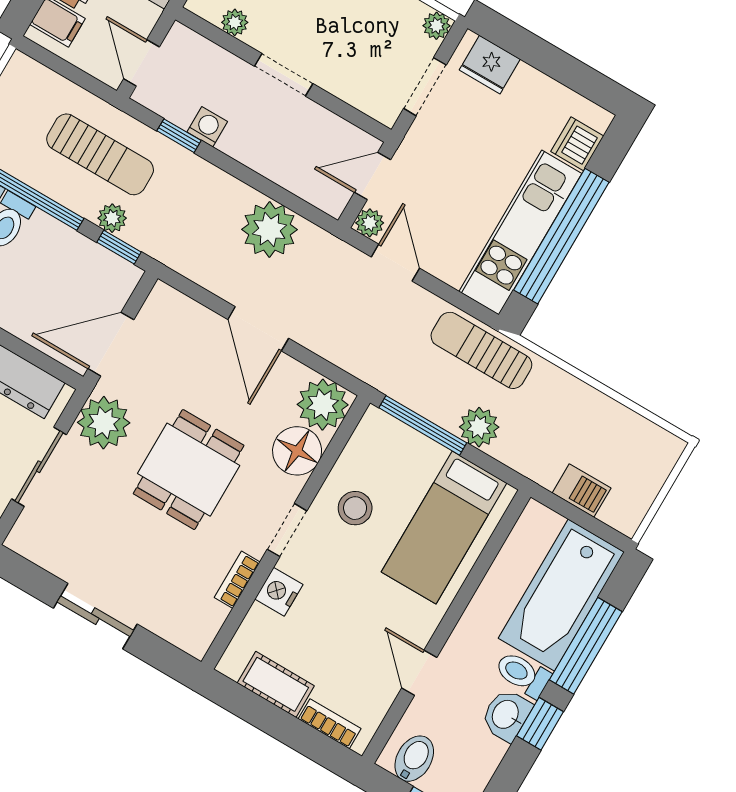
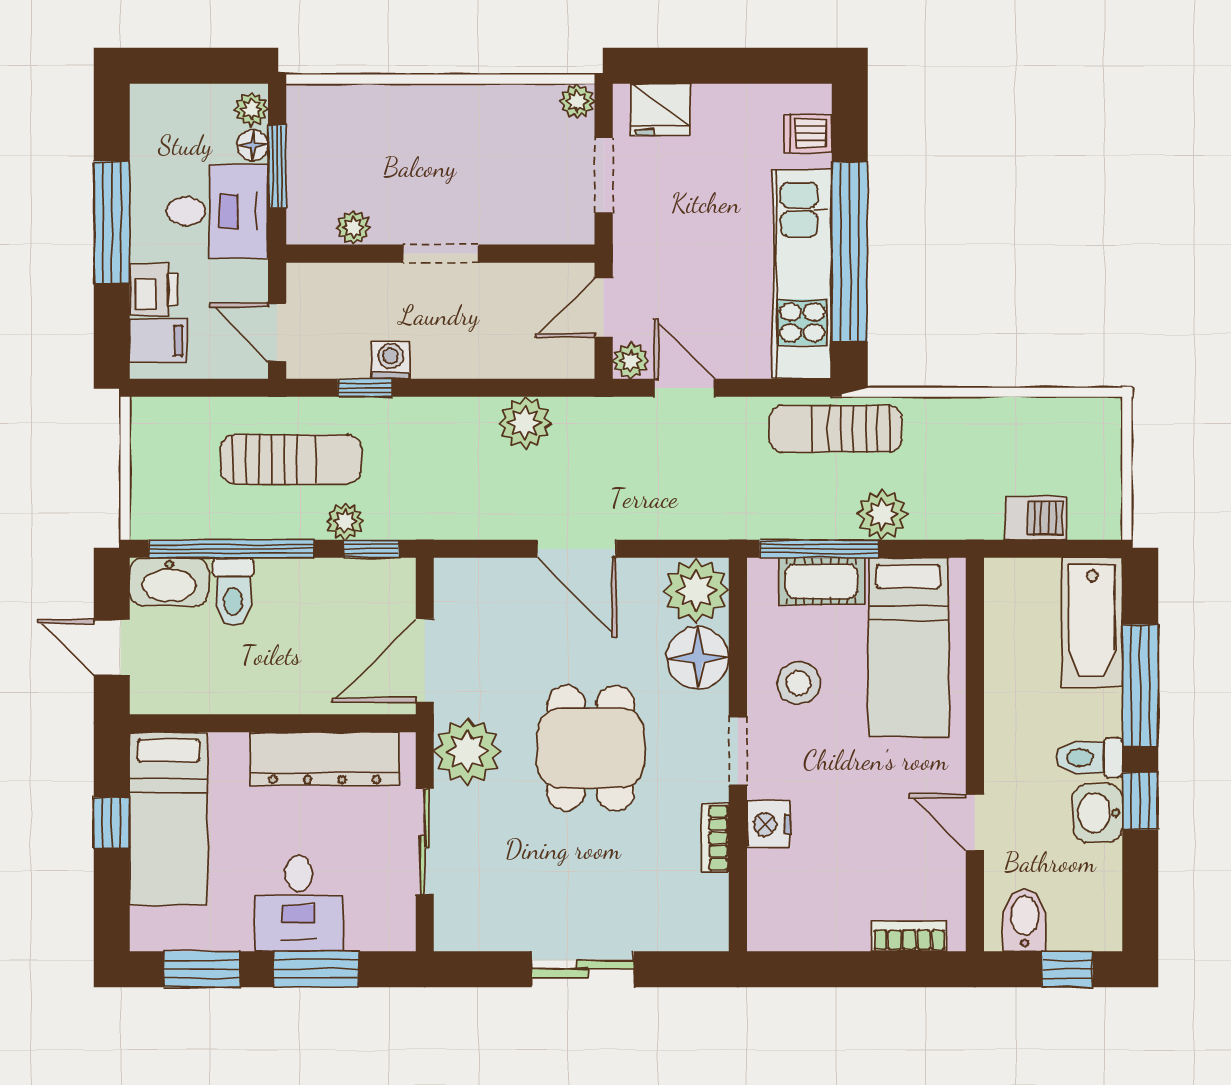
dishwasher: (577, 144) -> (808, 133), width x0.73
plant: (269, 229) -> (525, 423), width x0.73, depth x0.73
bathtub: (561, 595) -> (1092, 622), width x0.73, depth x0.73
cot: (276, 684) -> (821, 581), moved

